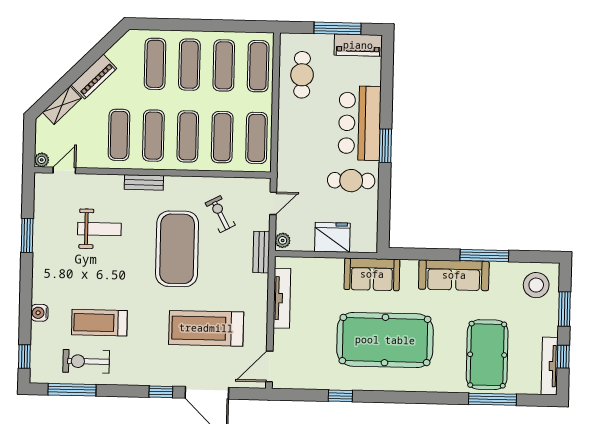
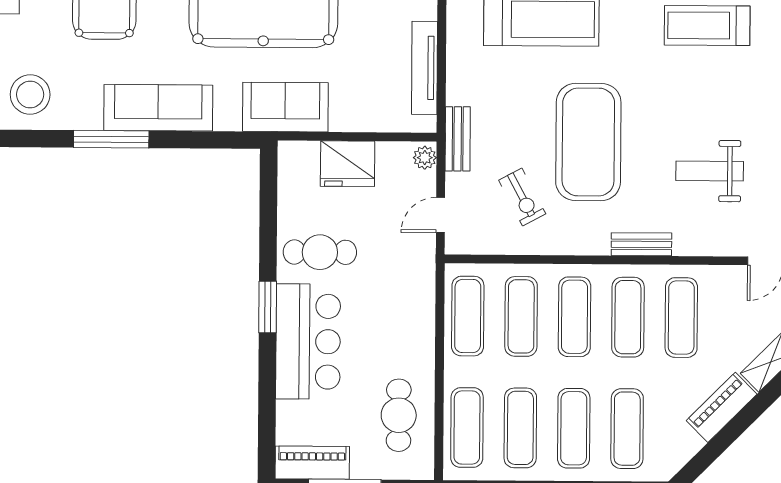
treadmill: (99, 323) -> (707, 26), turned 180

